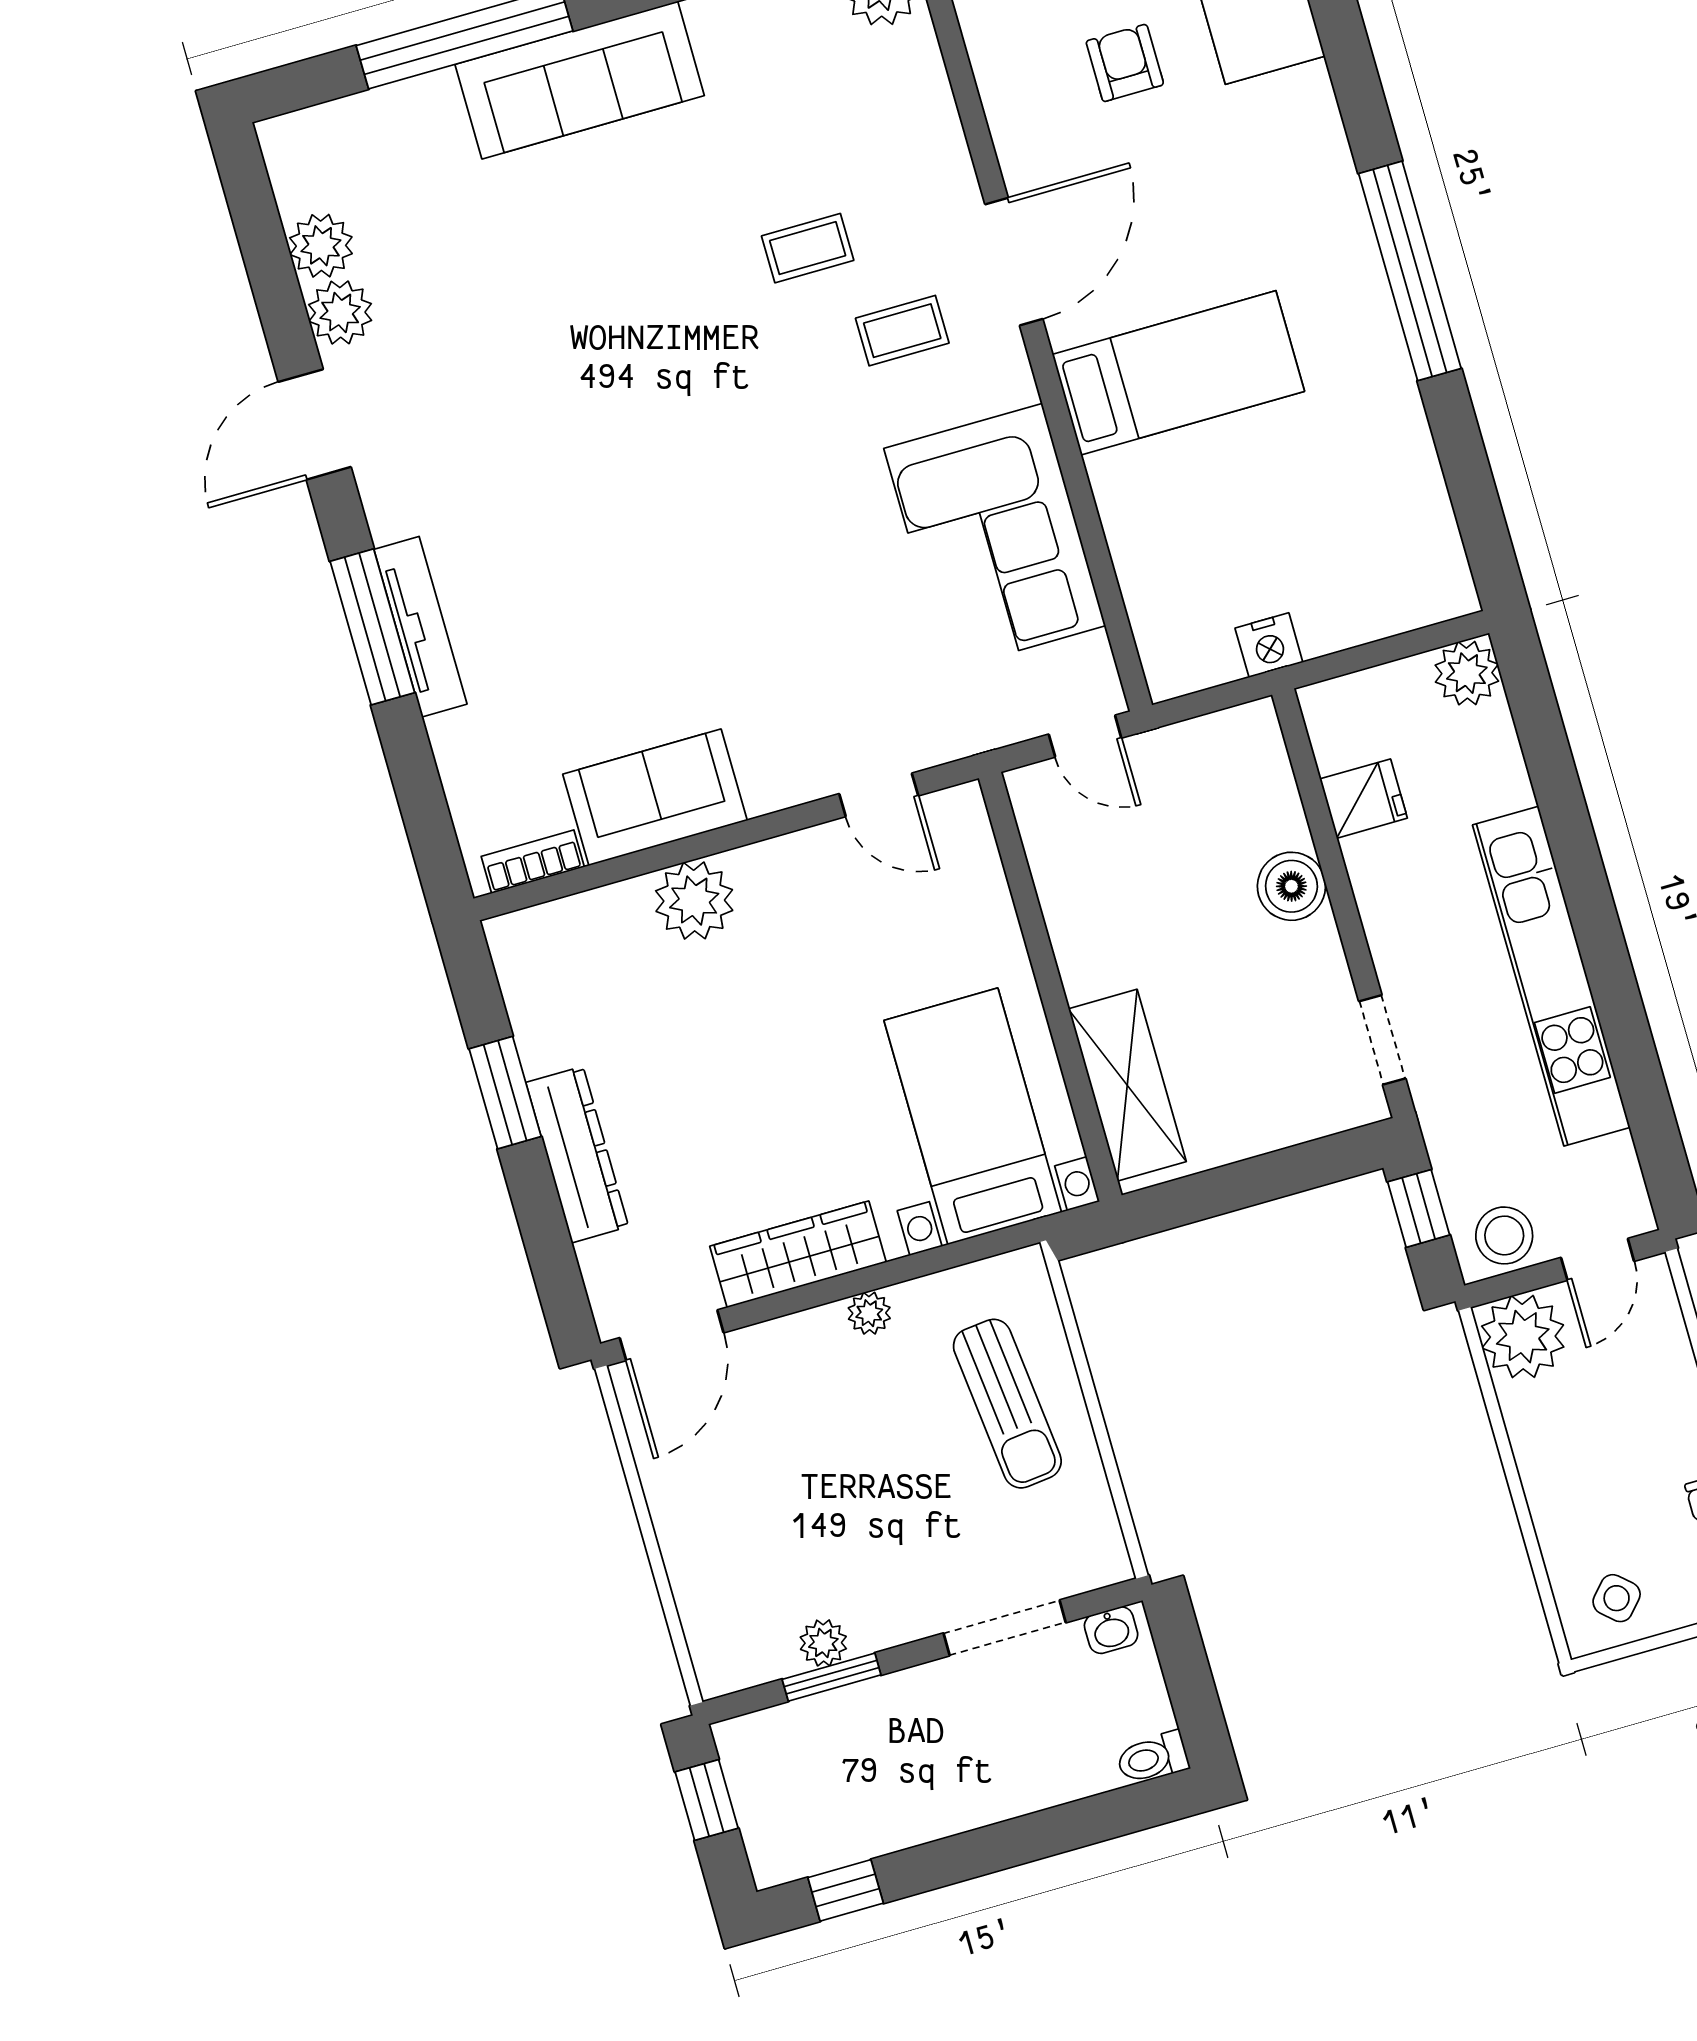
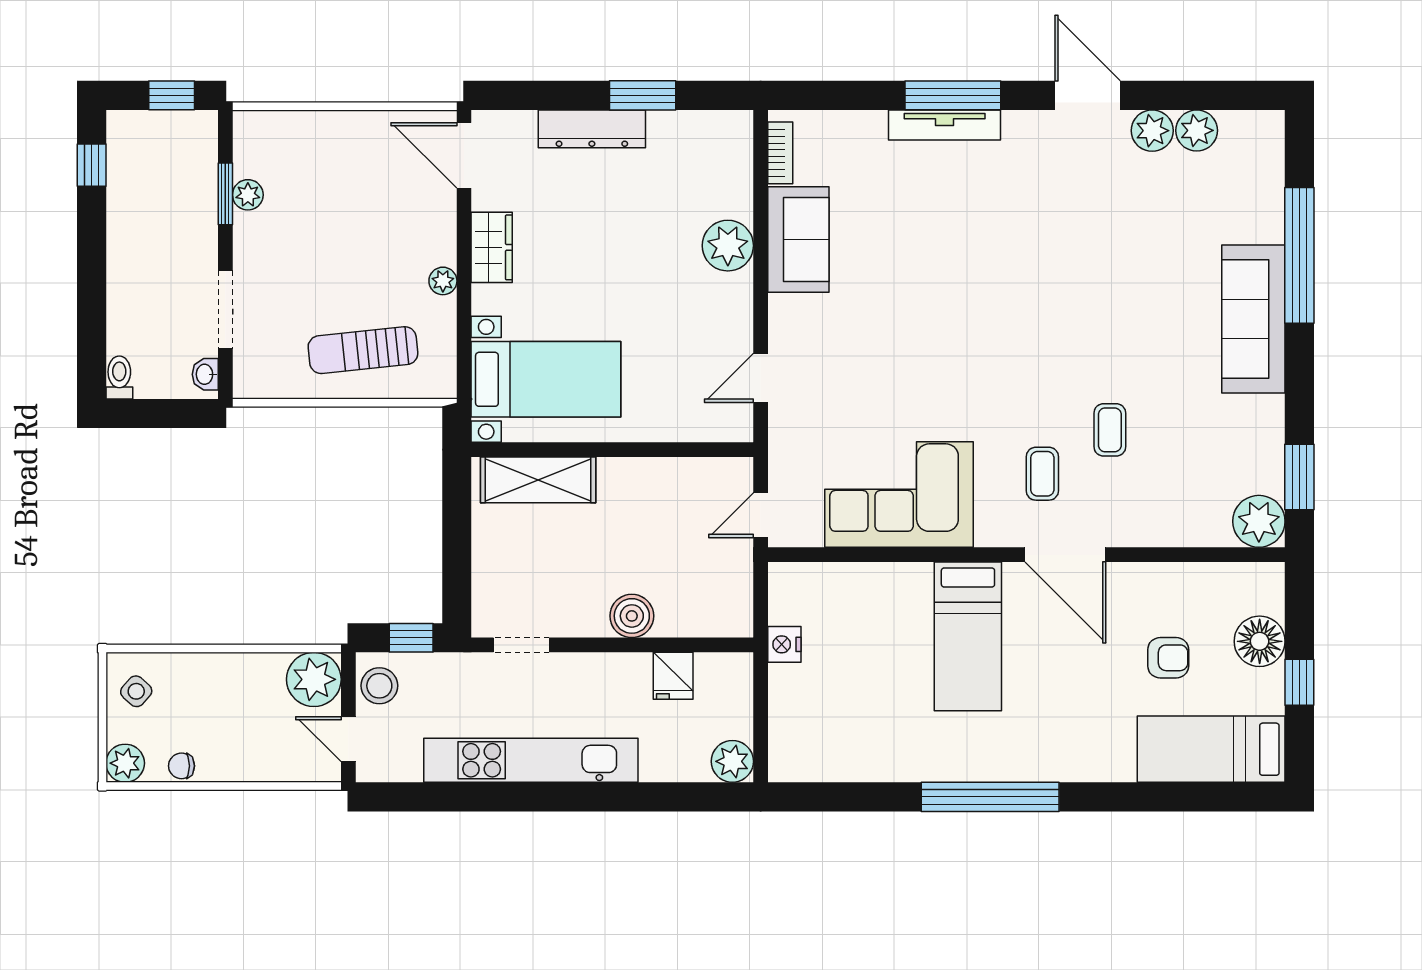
wardrobe: (798, 1254) -> (492, 247), width x0.67

